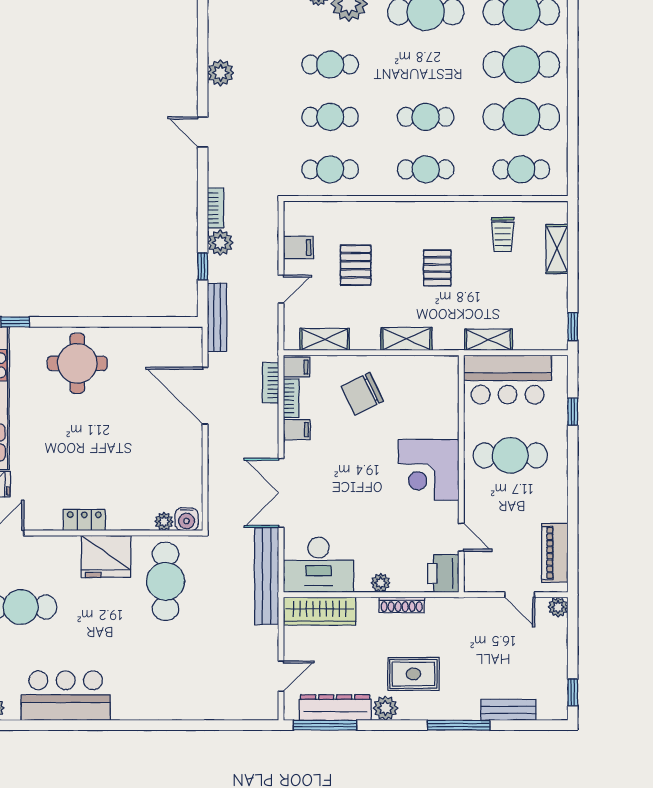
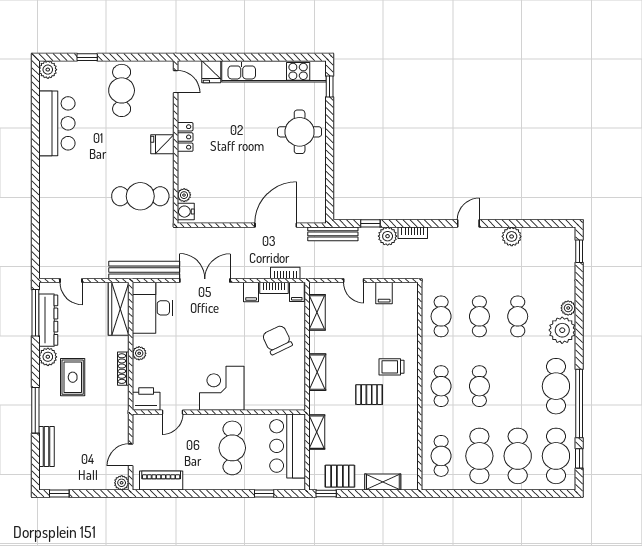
trolley: (503, 234) -> (391, 367), moved
pallet: (356, 265) -> (340, 476), moved
fridge: (106, 556) -> (162, 144), width x0.53, depth x0.75

